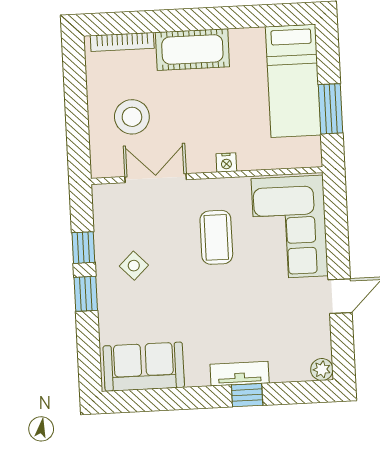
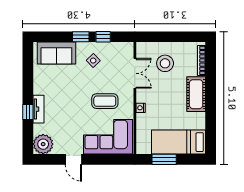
sofa: (144, 367) -> (56, 53), moved, turned 90
plant: (322, 369) -> (43, 144), width x1.88, depth x1.88

